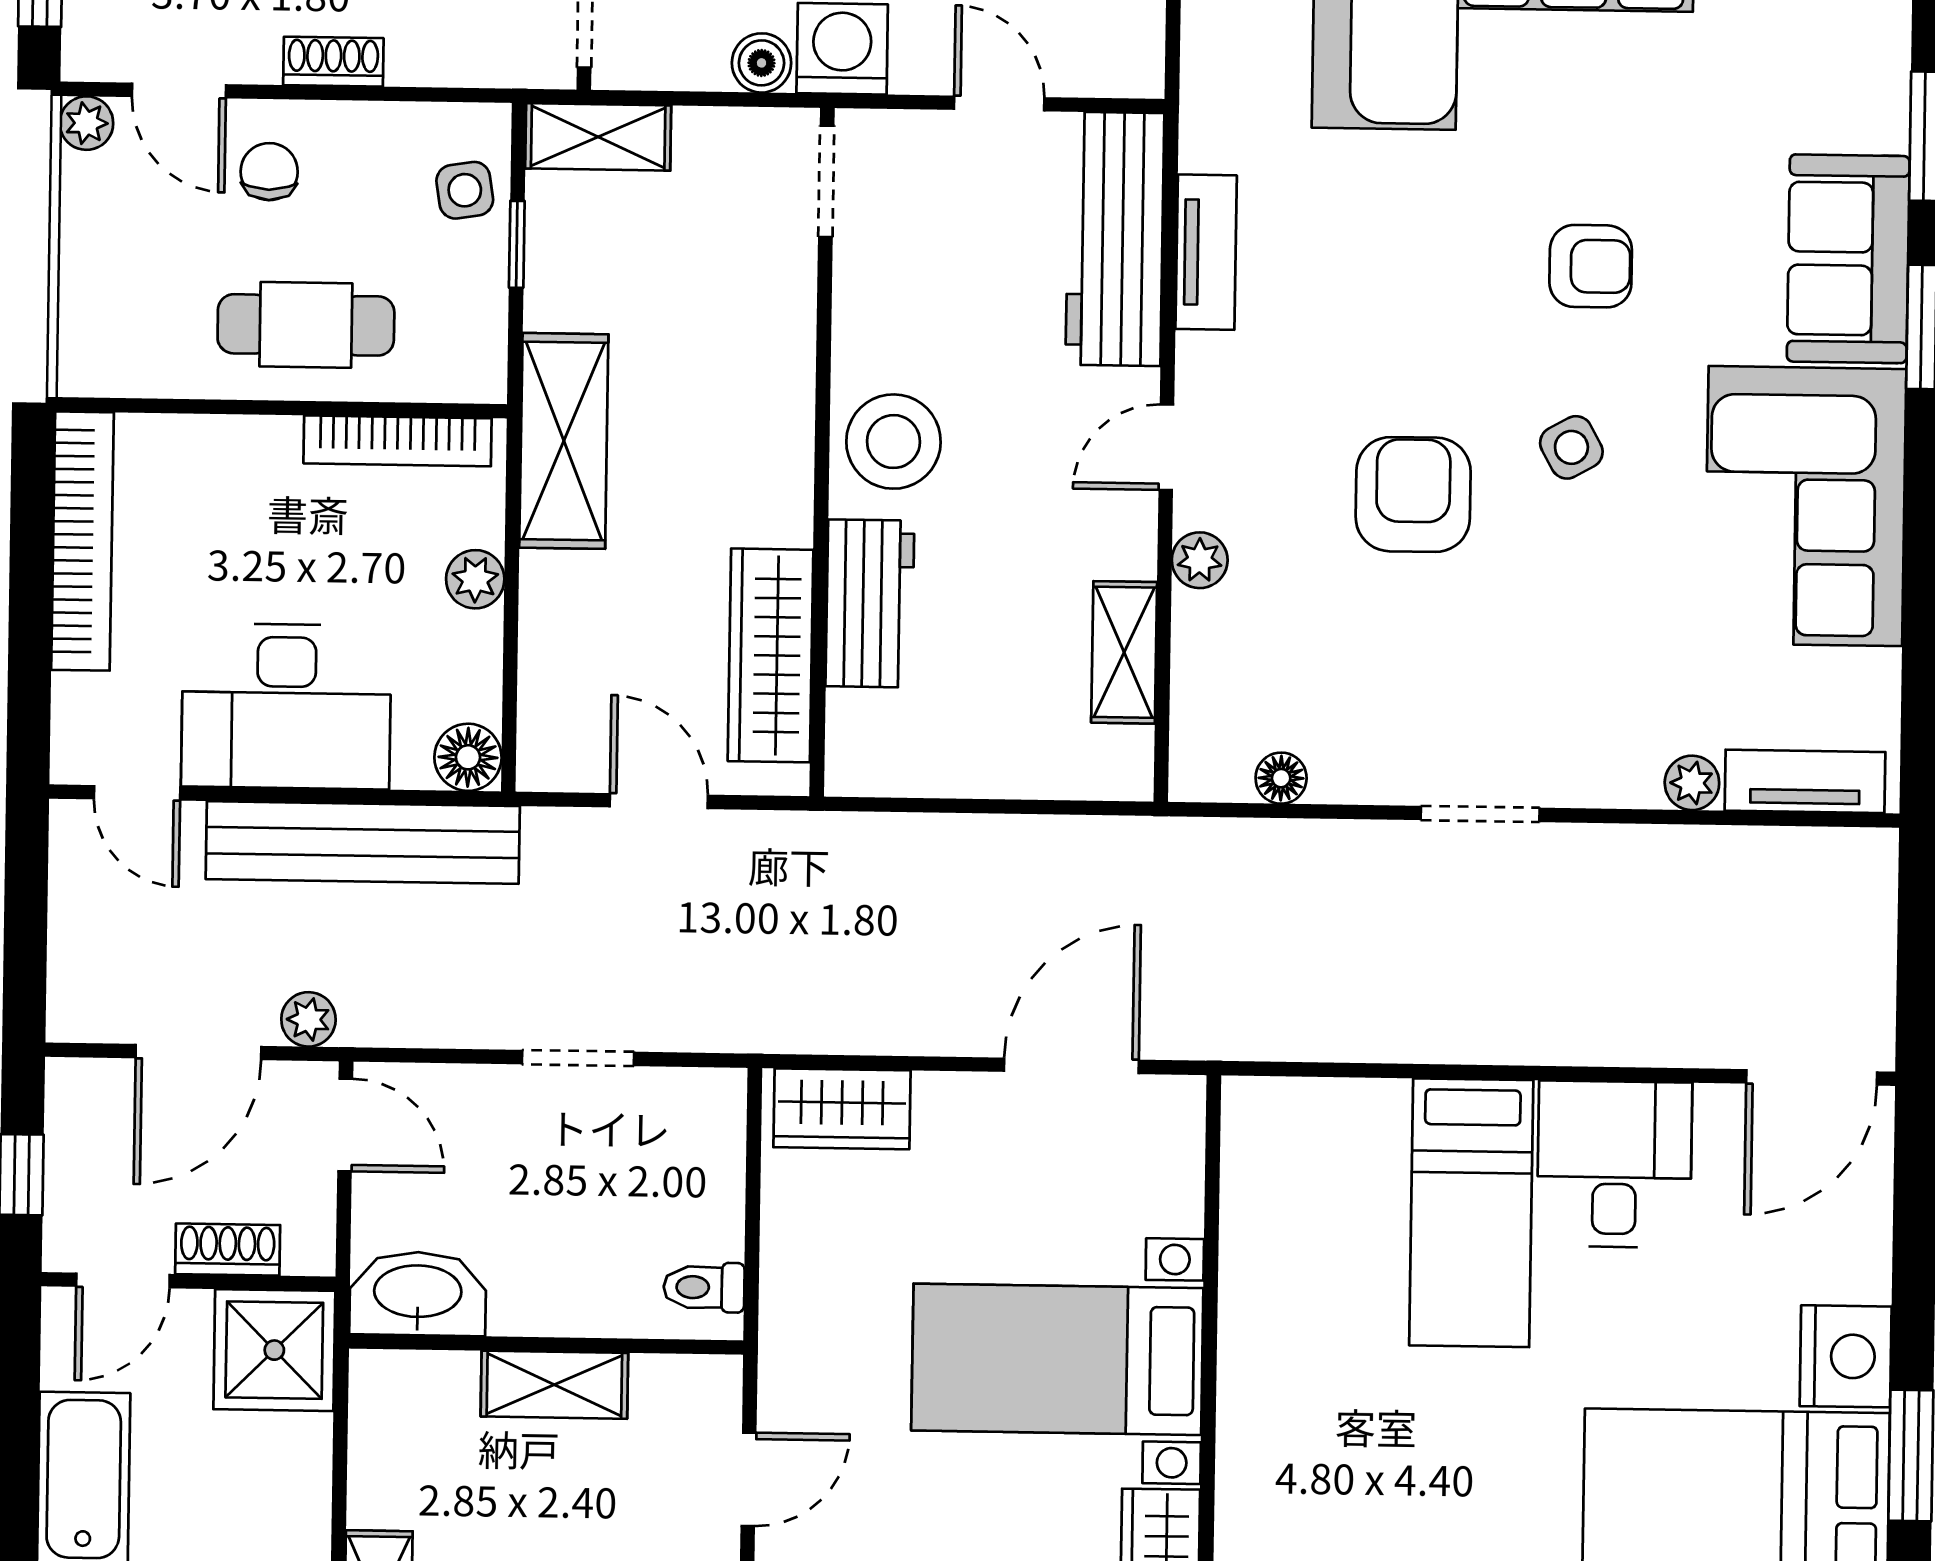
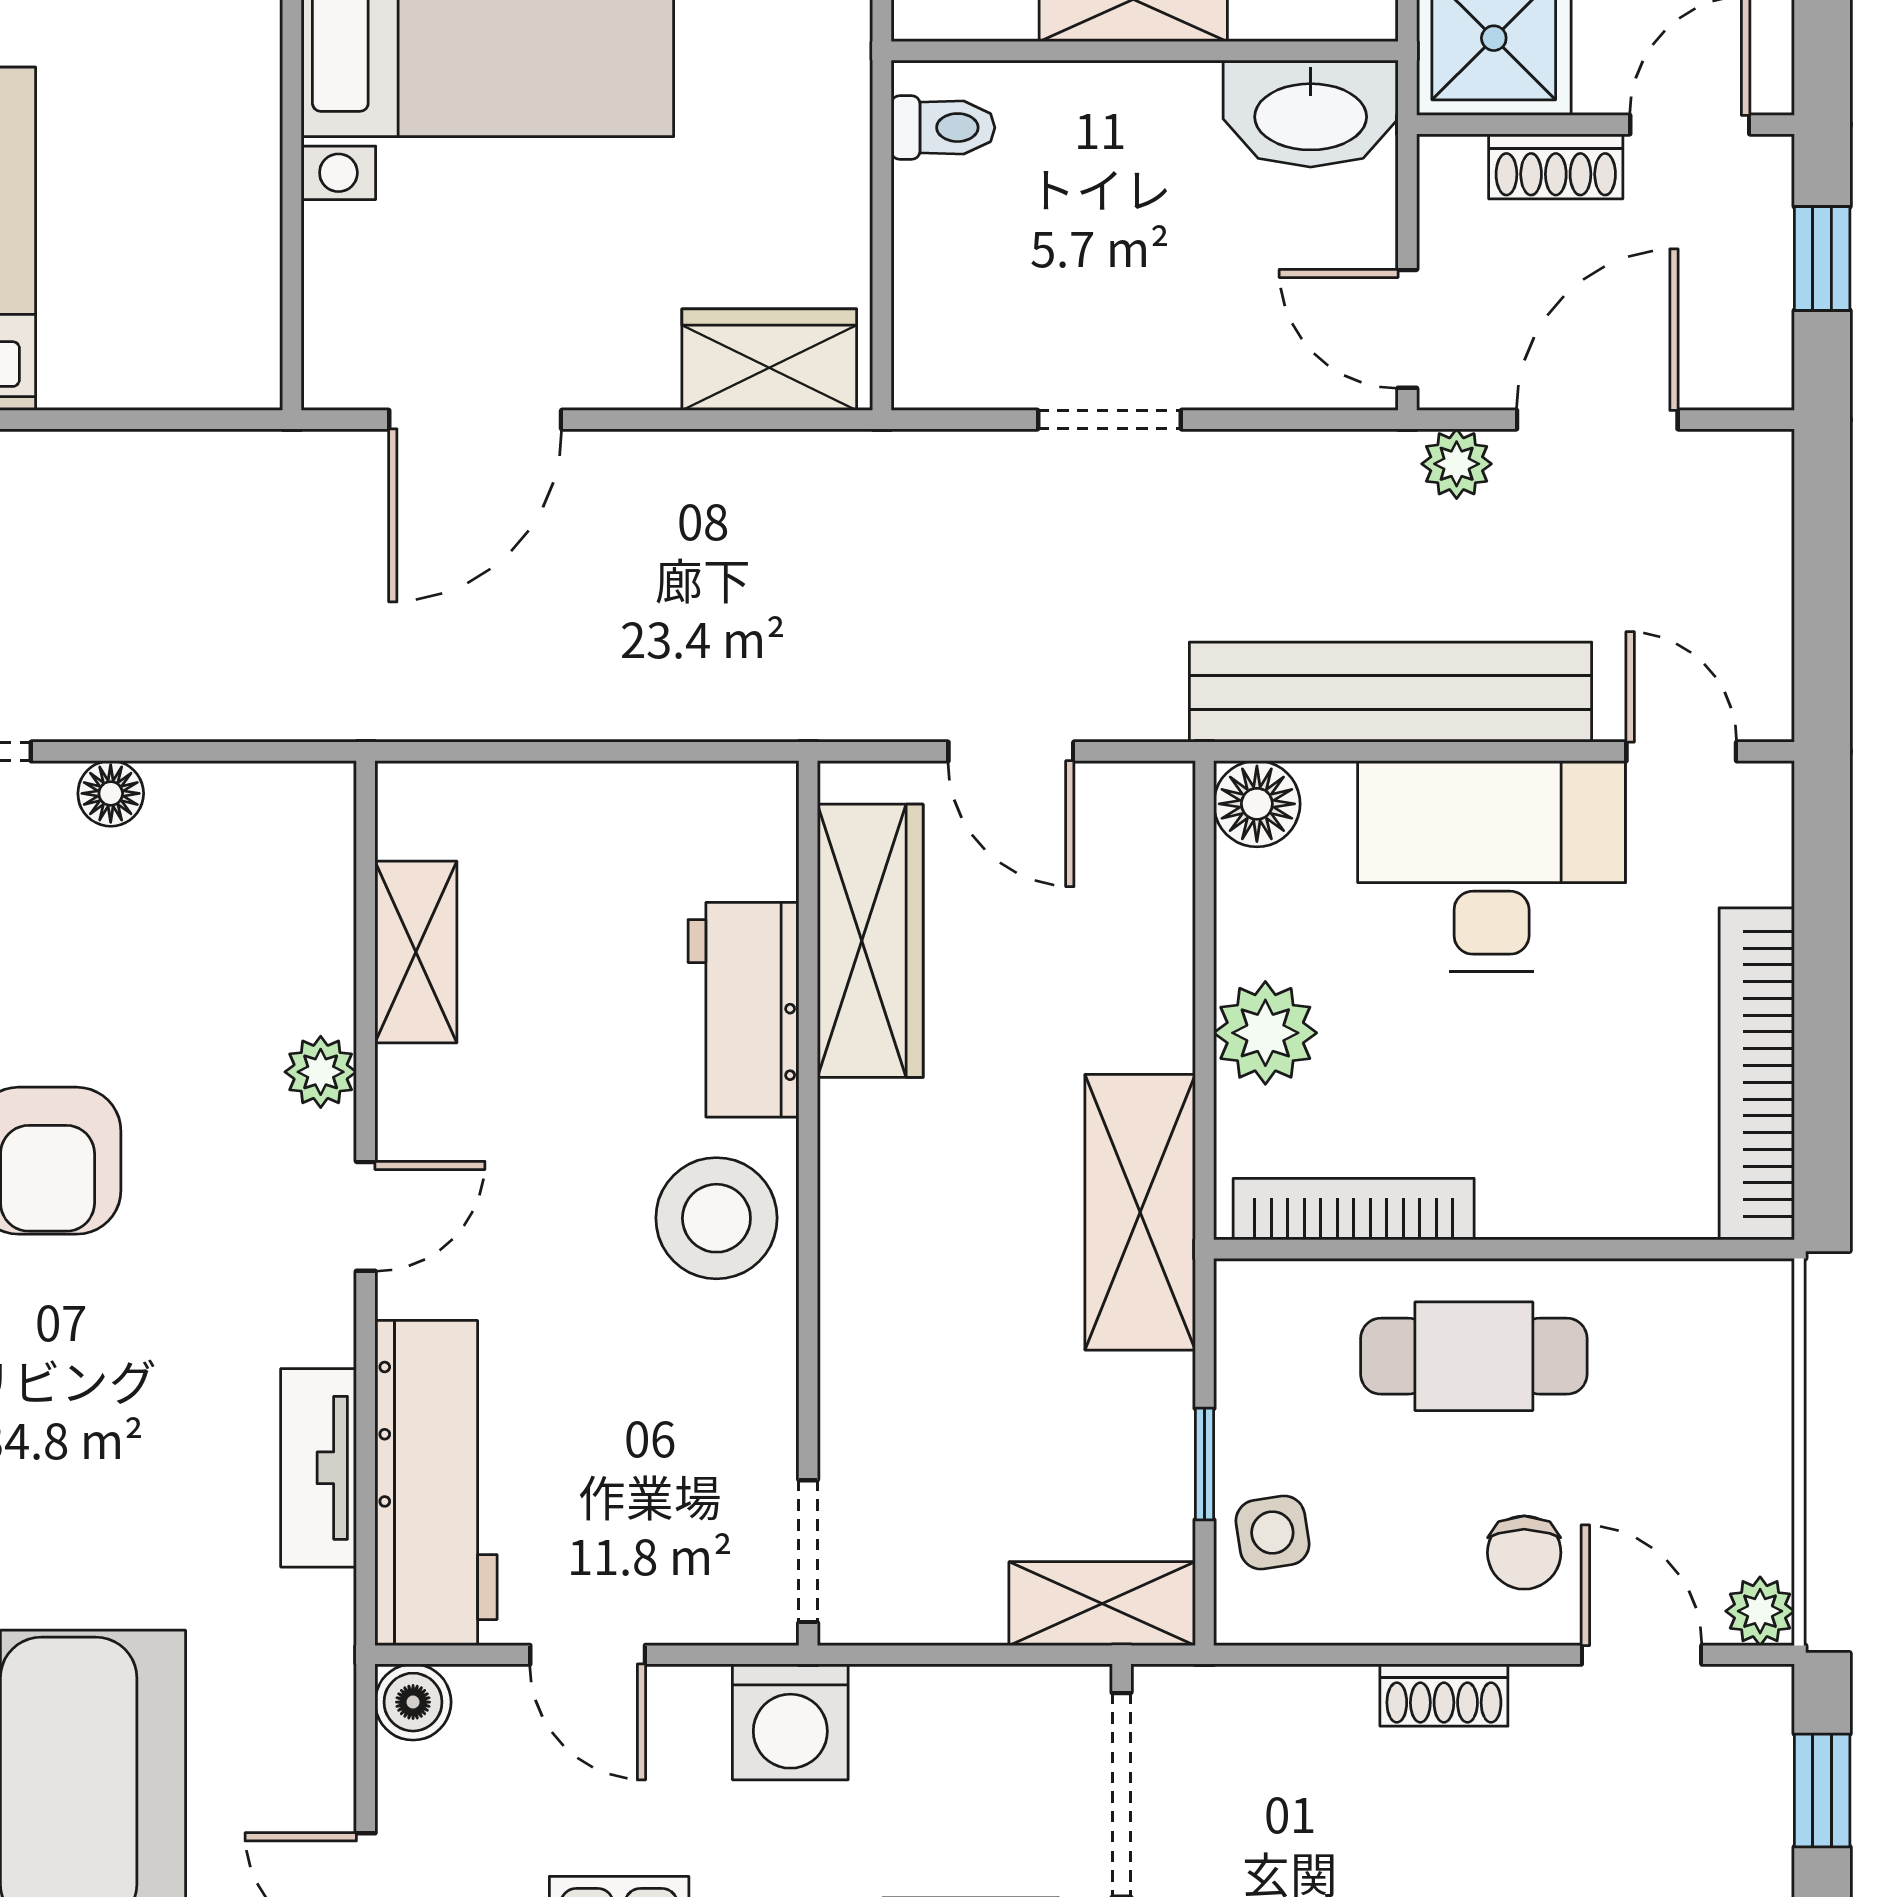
boiler: (762, 63) -> (413, 1702), moved
plant: (475, 579) -> (1265, 1033), width x1.38, depth x1.38
floor lamp: (1281, 778) -> (111, 793), moved

